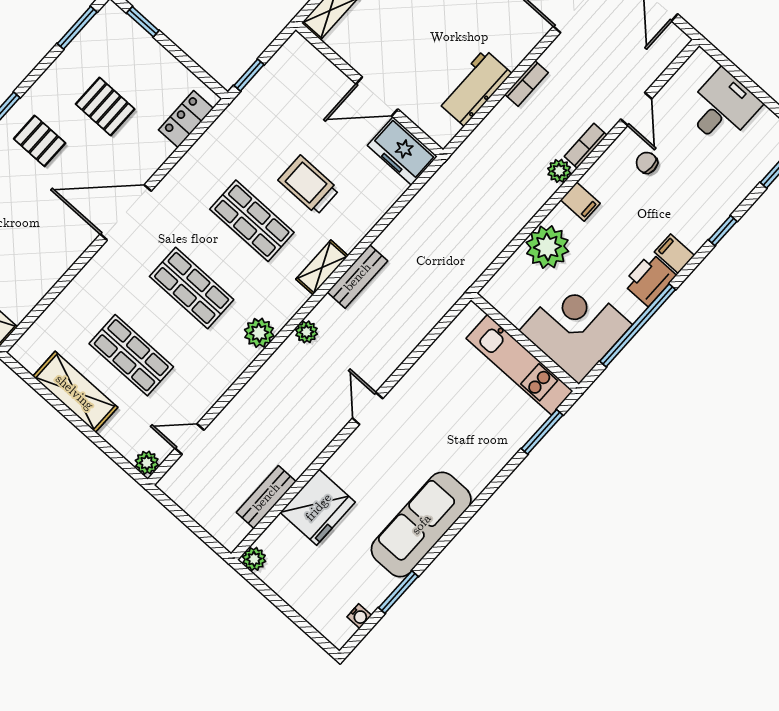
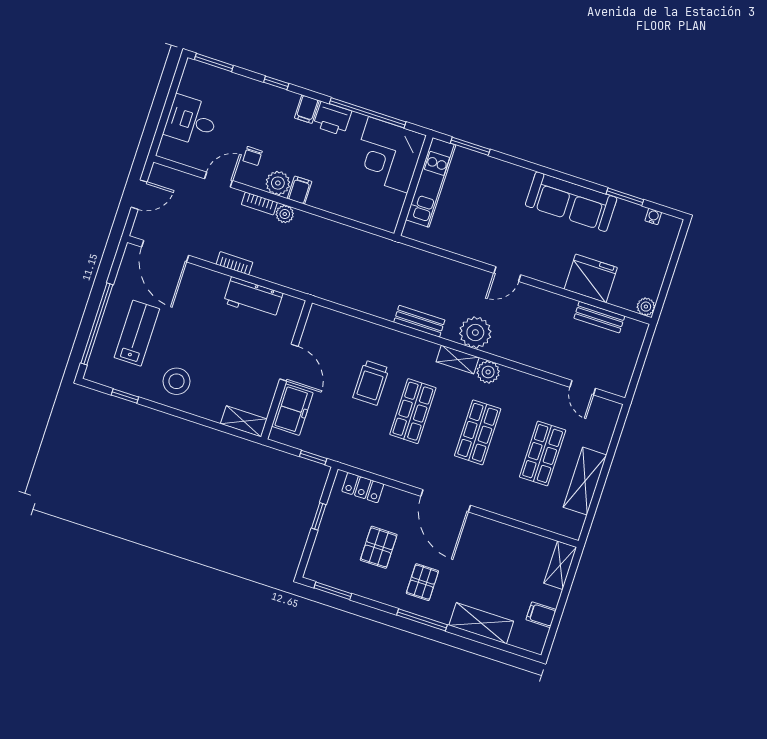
window: (143, 22) -> (319, 516), moved
freezer: (402, 151) -> (292, 410), moved
plant: (547, 247) -> (278, 183), moved, width x0.73, depth x0.73
shelving: (322, 267) -> (458, 360), moved
plant: (306, 332) -> (475, 332), width x1.88, depth x1.88
plant: (147, 463) -> (612, 410), removed

